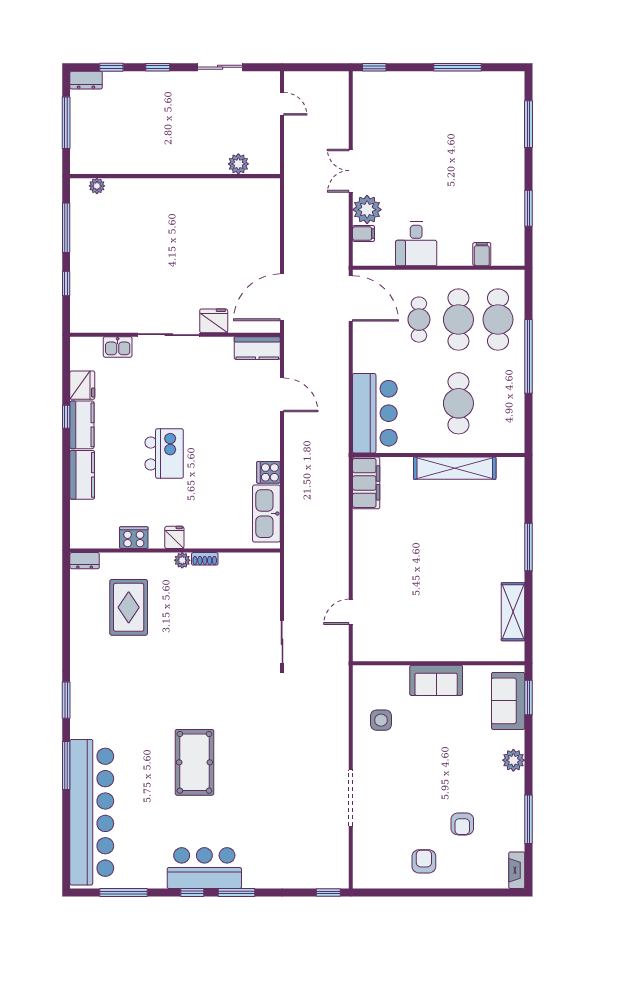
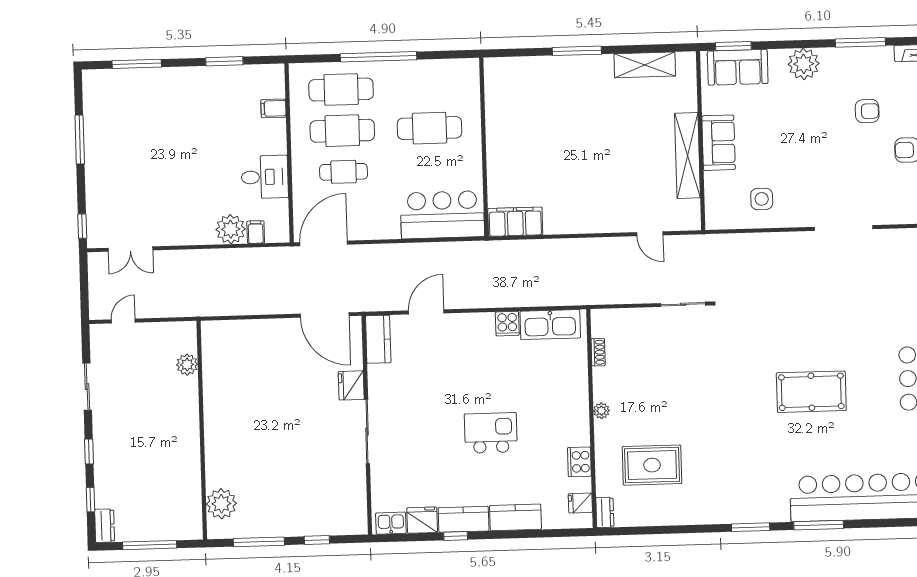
double door: (351, 171) -> (130, 249), moved
plant: (97, 186) -> (221, 504), width x1.88, depth x1.88
kitchen sink: (118, 347) -> (391, 523), moved, turned -90
shelving: (455, 468) -> (687, 155), moved
fridge: (174, 537) -> (580, 503), moved
shoe rack: (205, 559) -> (598, 352), moved
plant: (513, 760) -> (804, 64), width x1.36, depth x1.36

